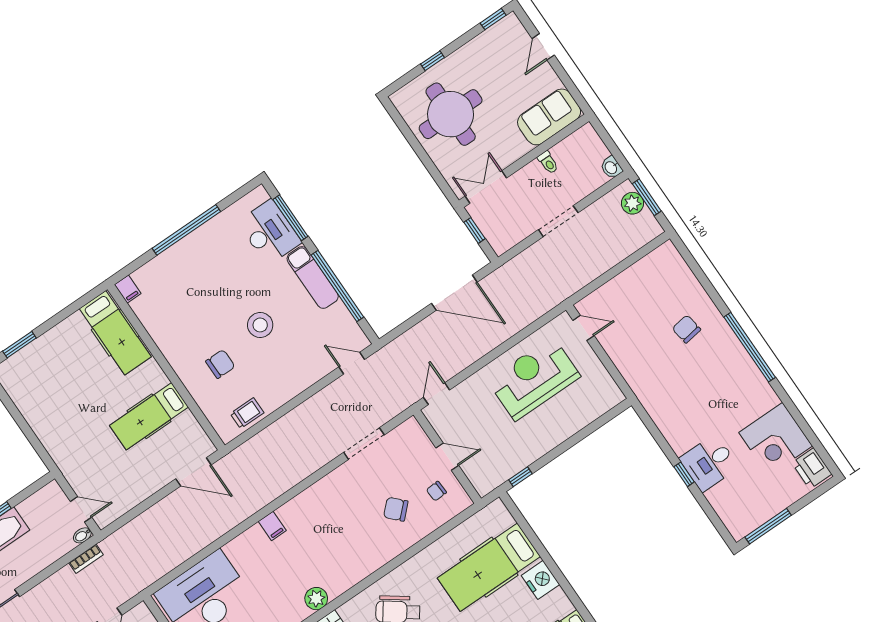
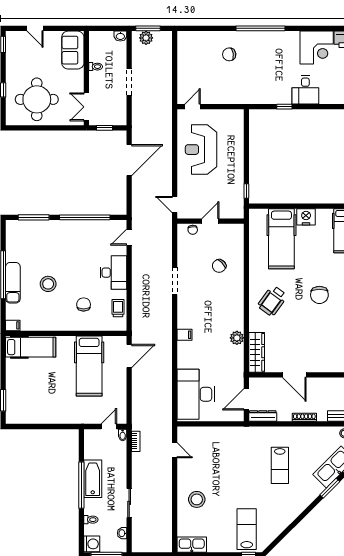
desk: (269, 232) -> (113, 273), moved, turned 90
exam couch: (313, 277) -> (13, 283), moved, turned -90
stool: (260, 325) -> (48, 284), moved
hospital bed: (149, 416) -> (89, 366), width x1.37, depth x1.29
doorway: (364, 444) -> (175, 281), moved
window: (684, 474) -> (284, 107), moved
chair: (436, 491) -> (193, 230), moved

